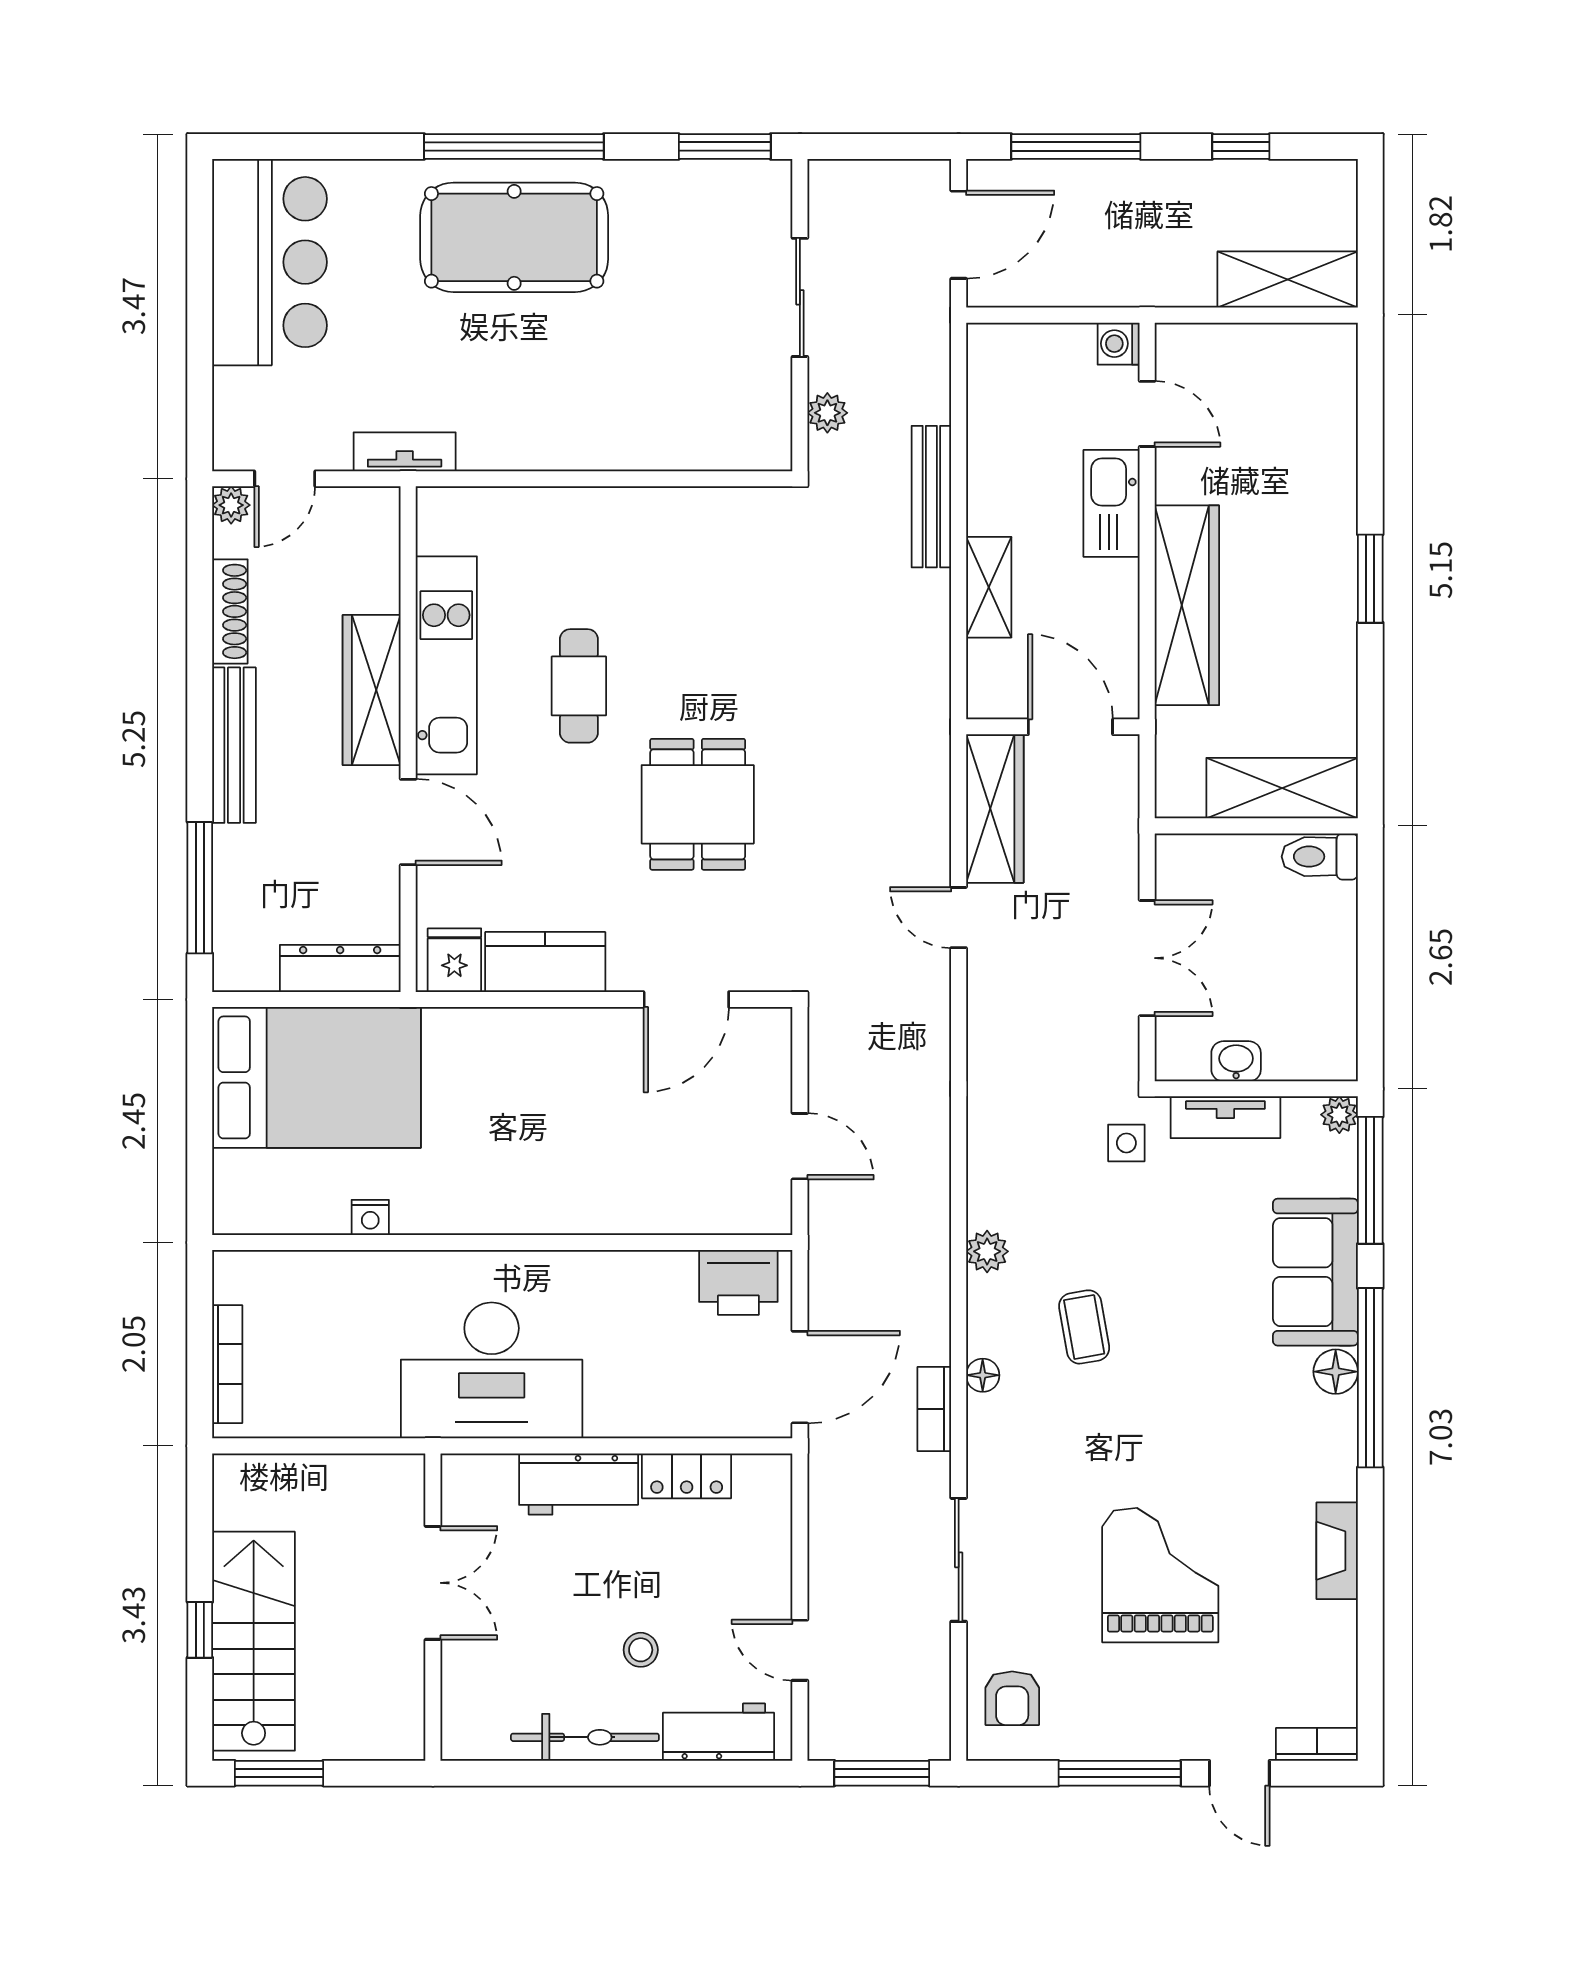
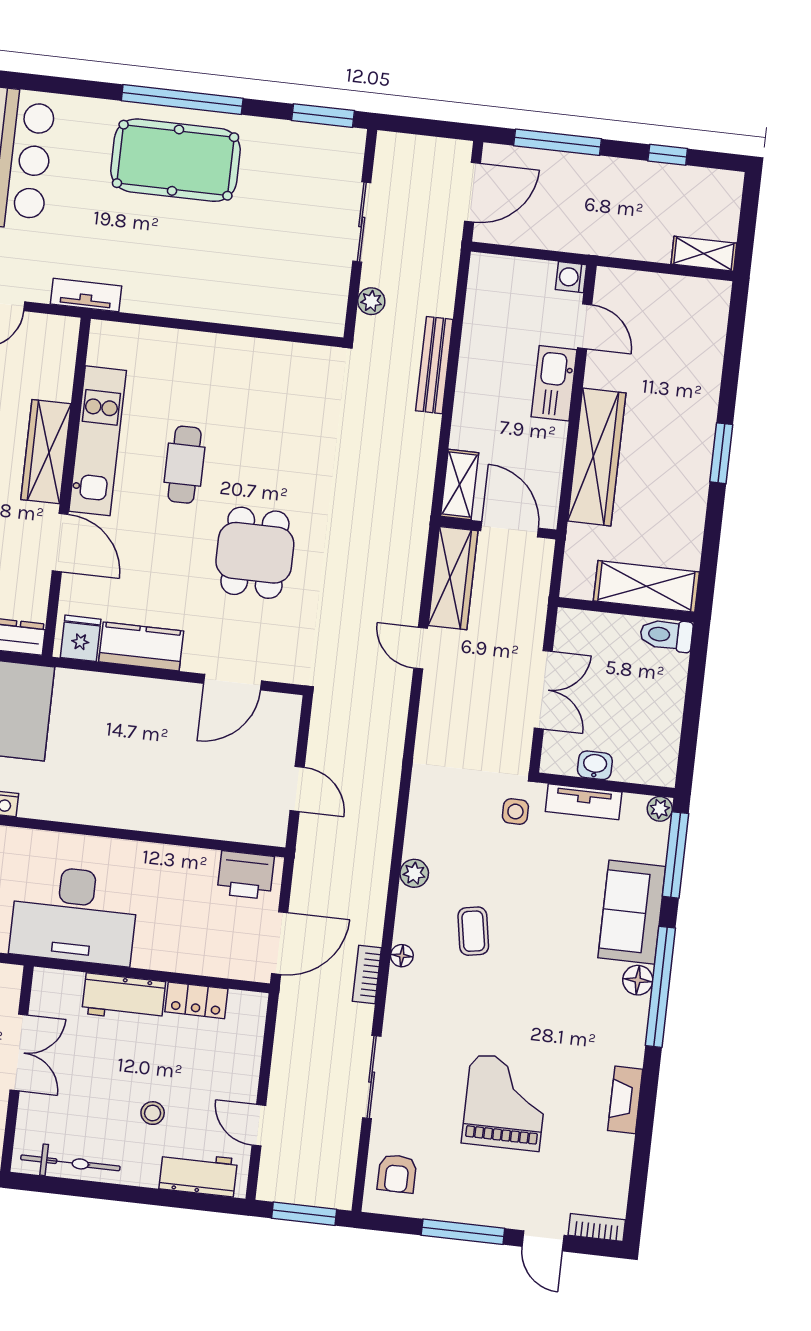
shelving: (1288, 280) -> (704, 254), width x0.67, depth x0.75
shelving: (989, 587) -> (460, 484), moved
bicycle: (585, 1737) -> (70, 1163), moved

